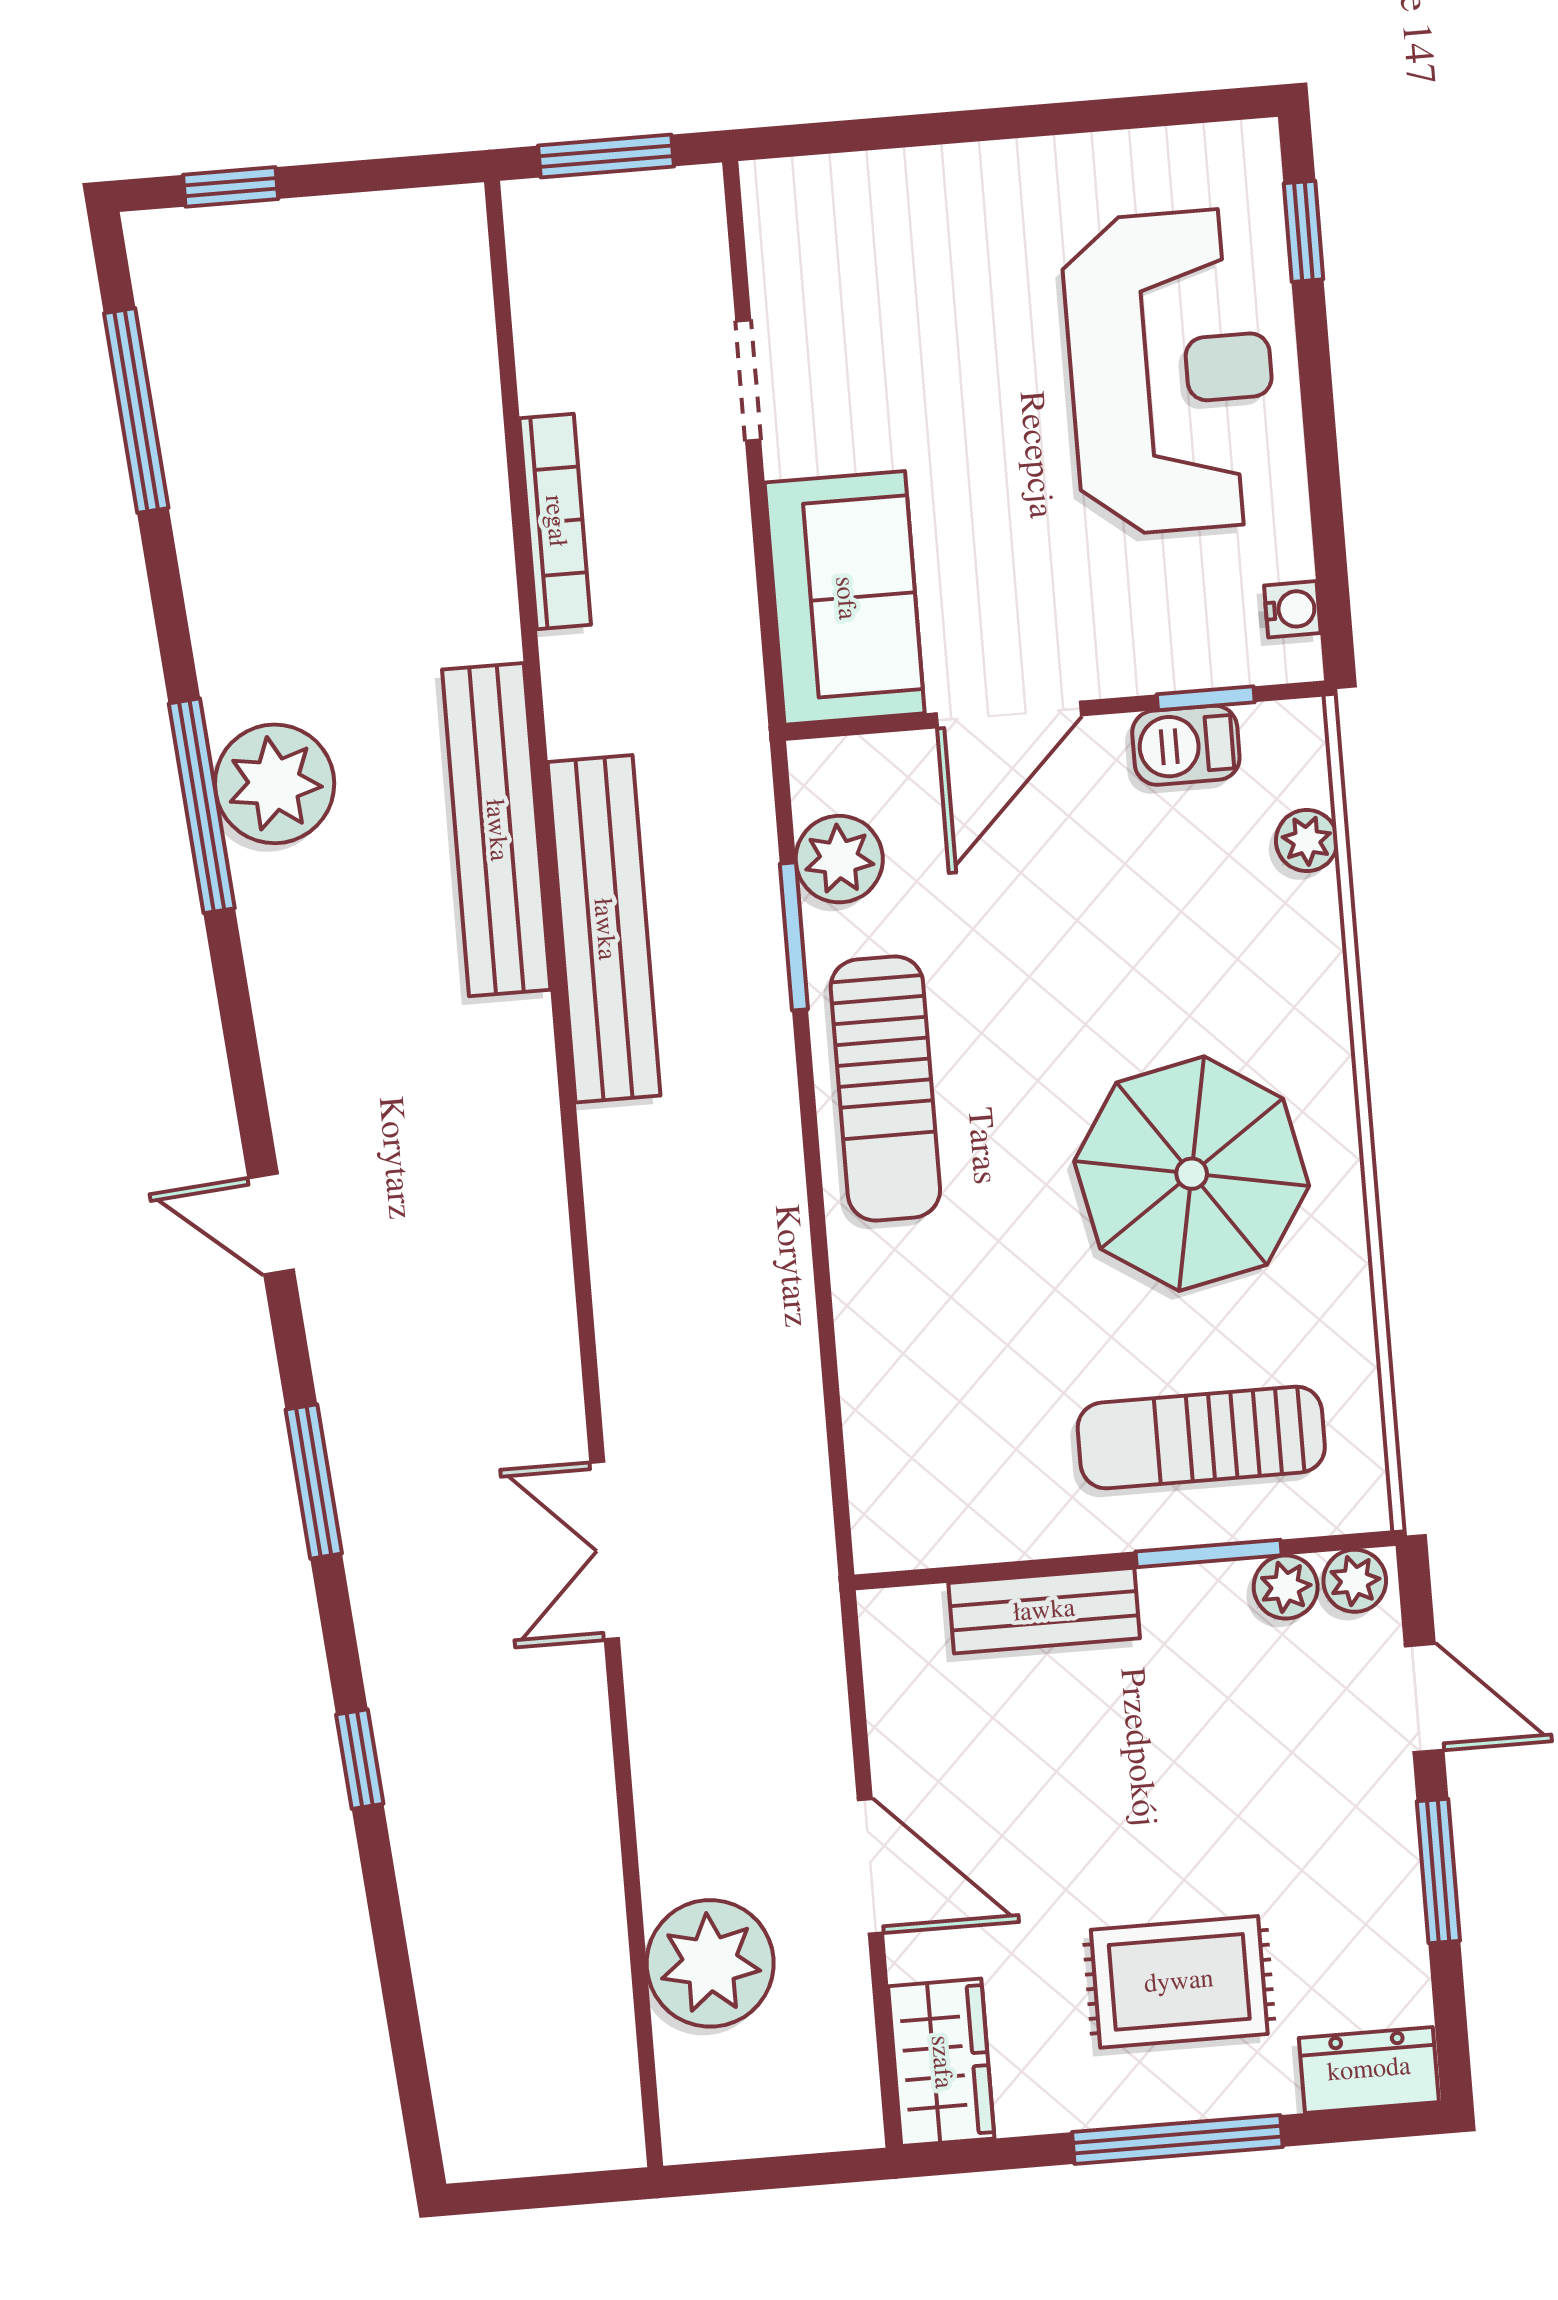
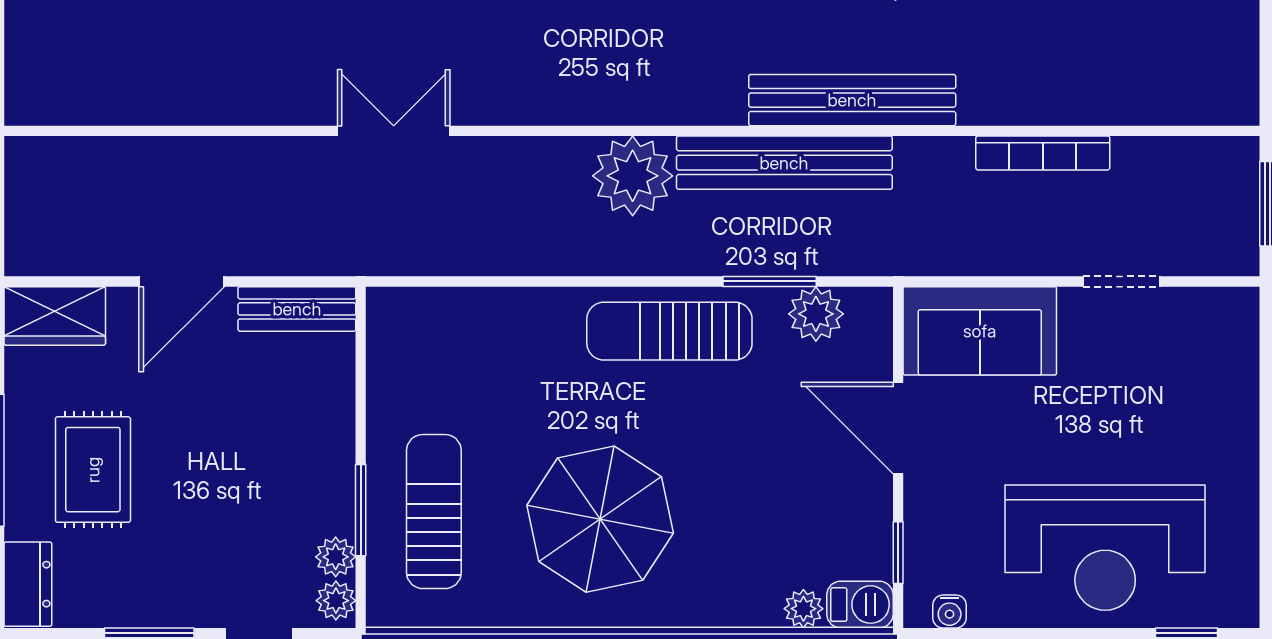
barbecue: (1186, 745) -> (860, 605), moved, turned 90
bench: (1044, 1611) -> (297, 309), moved, turned 90
plant: (710, 1963) -> (633, 176), moved

